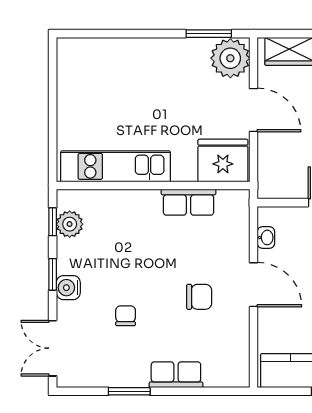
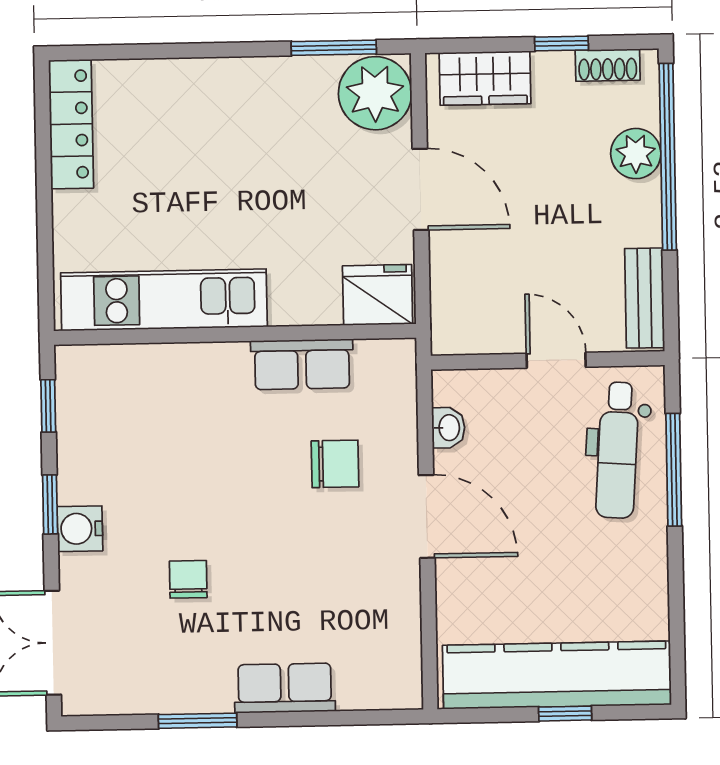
locker: (68, 72) -> (71, 124), added
fridge: (223, 161) -> (378, 295), width x0.73, depth x0.75
plant: (70, 224) -> (80, 410), removed
chair: (199, 297) -> (335, 464), moved

